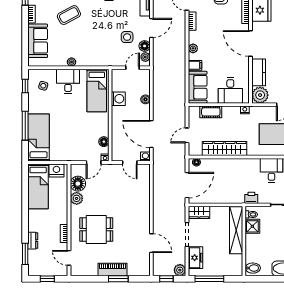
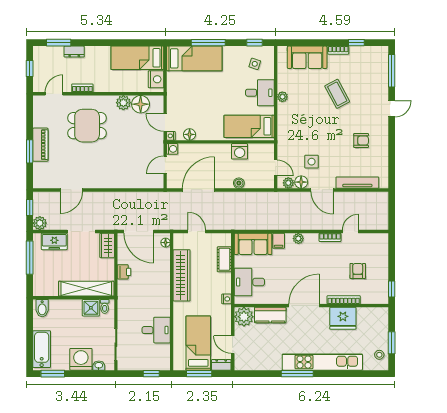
washing machine: (145, 157) -> (172, 149), moved
printer: (251, 198) -> (124, 272), moved
dining table: (96, 230) -> (87, 126), turned 90

